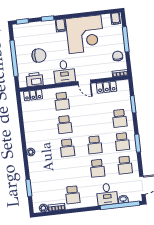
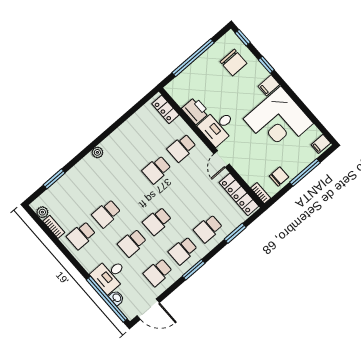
chair: (39, 55) -> (233, 63), moved
printer: (35, 79) -> (195, 111), moved
locker: (107, 87) -> (239, 194), width x1.53
school desk: (67, 148) -> (106, 214), moved

